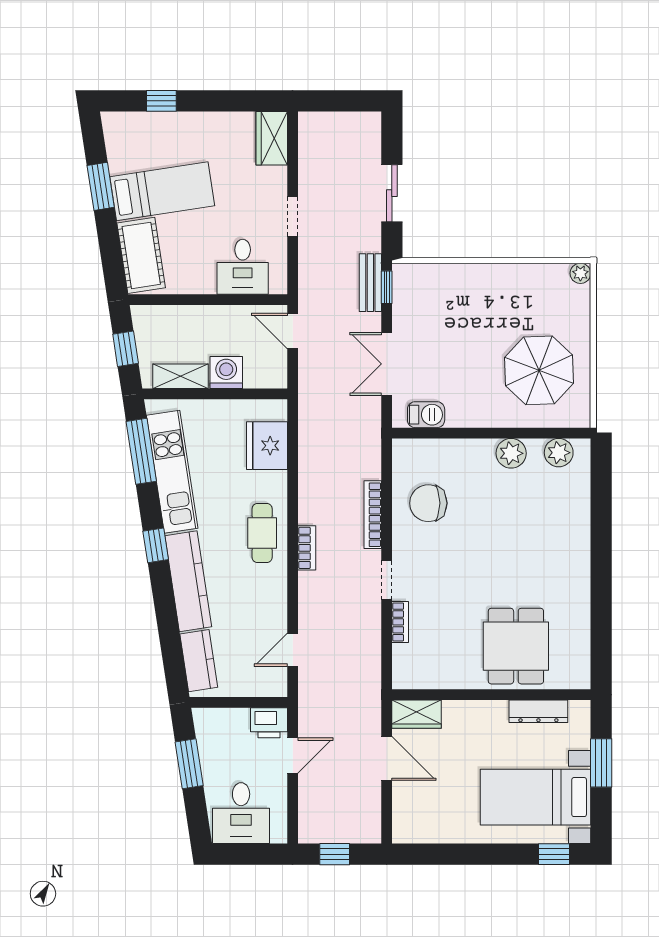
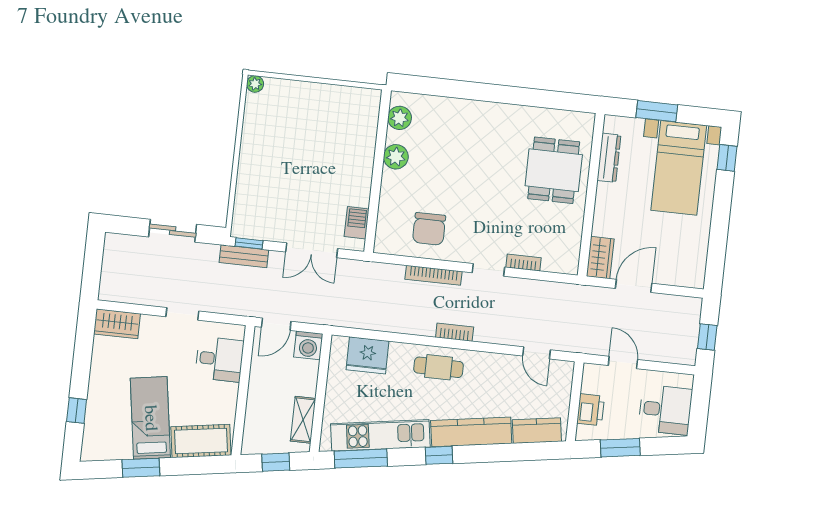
parasol: (539, 370) -> (331, 127), removed
washing machine: (226, 373) -> (308, 345), moved, turned -90
dining table: (516, 646) -> (554, 170), turned 90
printer: (269, 723) -> (591, 410), moved

